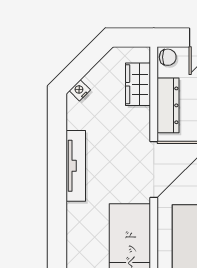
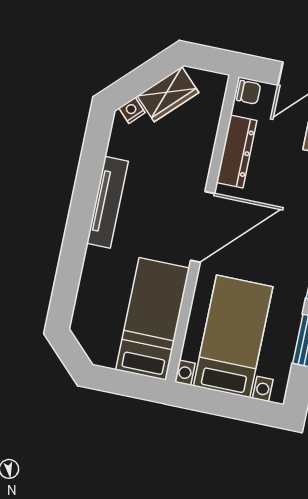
wardrobe: (138, 84) -> (168, 94), moved, turned -135

